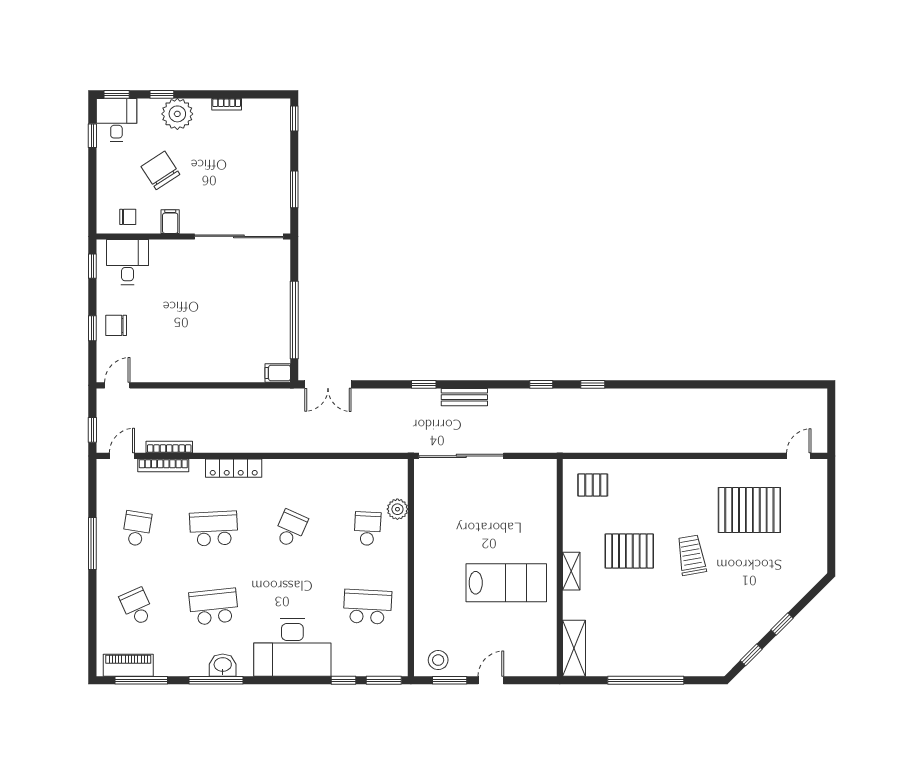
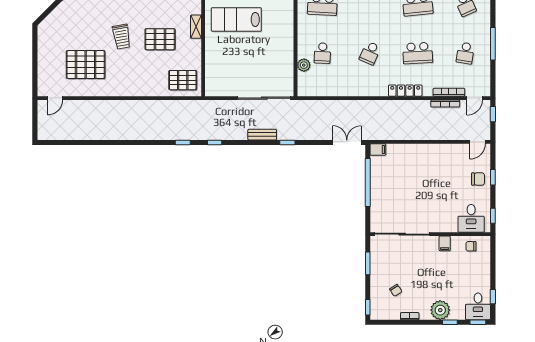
chair: (160, 170) -> (396, 290), moved, width x0.54, depth x0.54
pallet: (593, 485) -> (183, 80), width x1.50, depth x1.42

